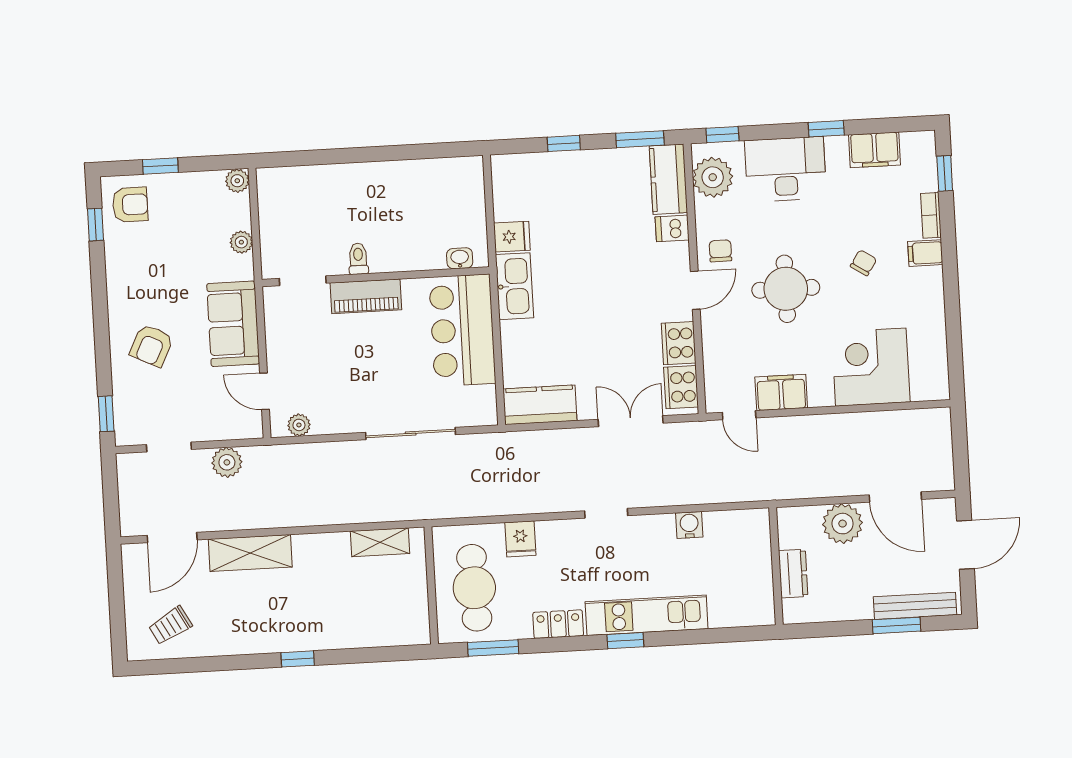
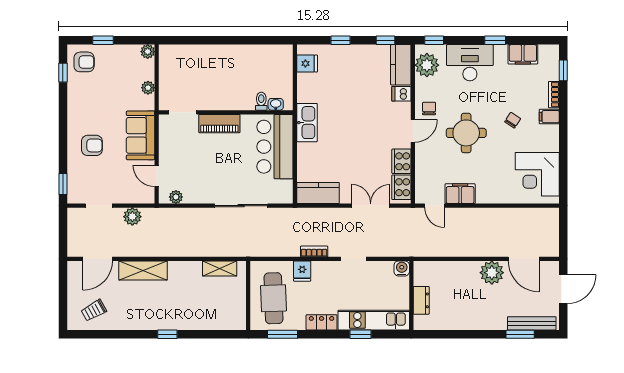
window: (640, 139) -> (385, 40), width x0.67
fridge: (512, 237) -> (307, 63), moved
toilet: (358, 259) -> (261, 101), moved
armchair: (152, 346) -> (92, 145), turned -116
corner desk: (871, 367) -> (537, 174), moved, turned -90
bookcase: (539, 504) -> (314, 251), added
wall: (776, 566) -> (411, 295), moved
dresser: (793, 573) -> (421, 300), moved

